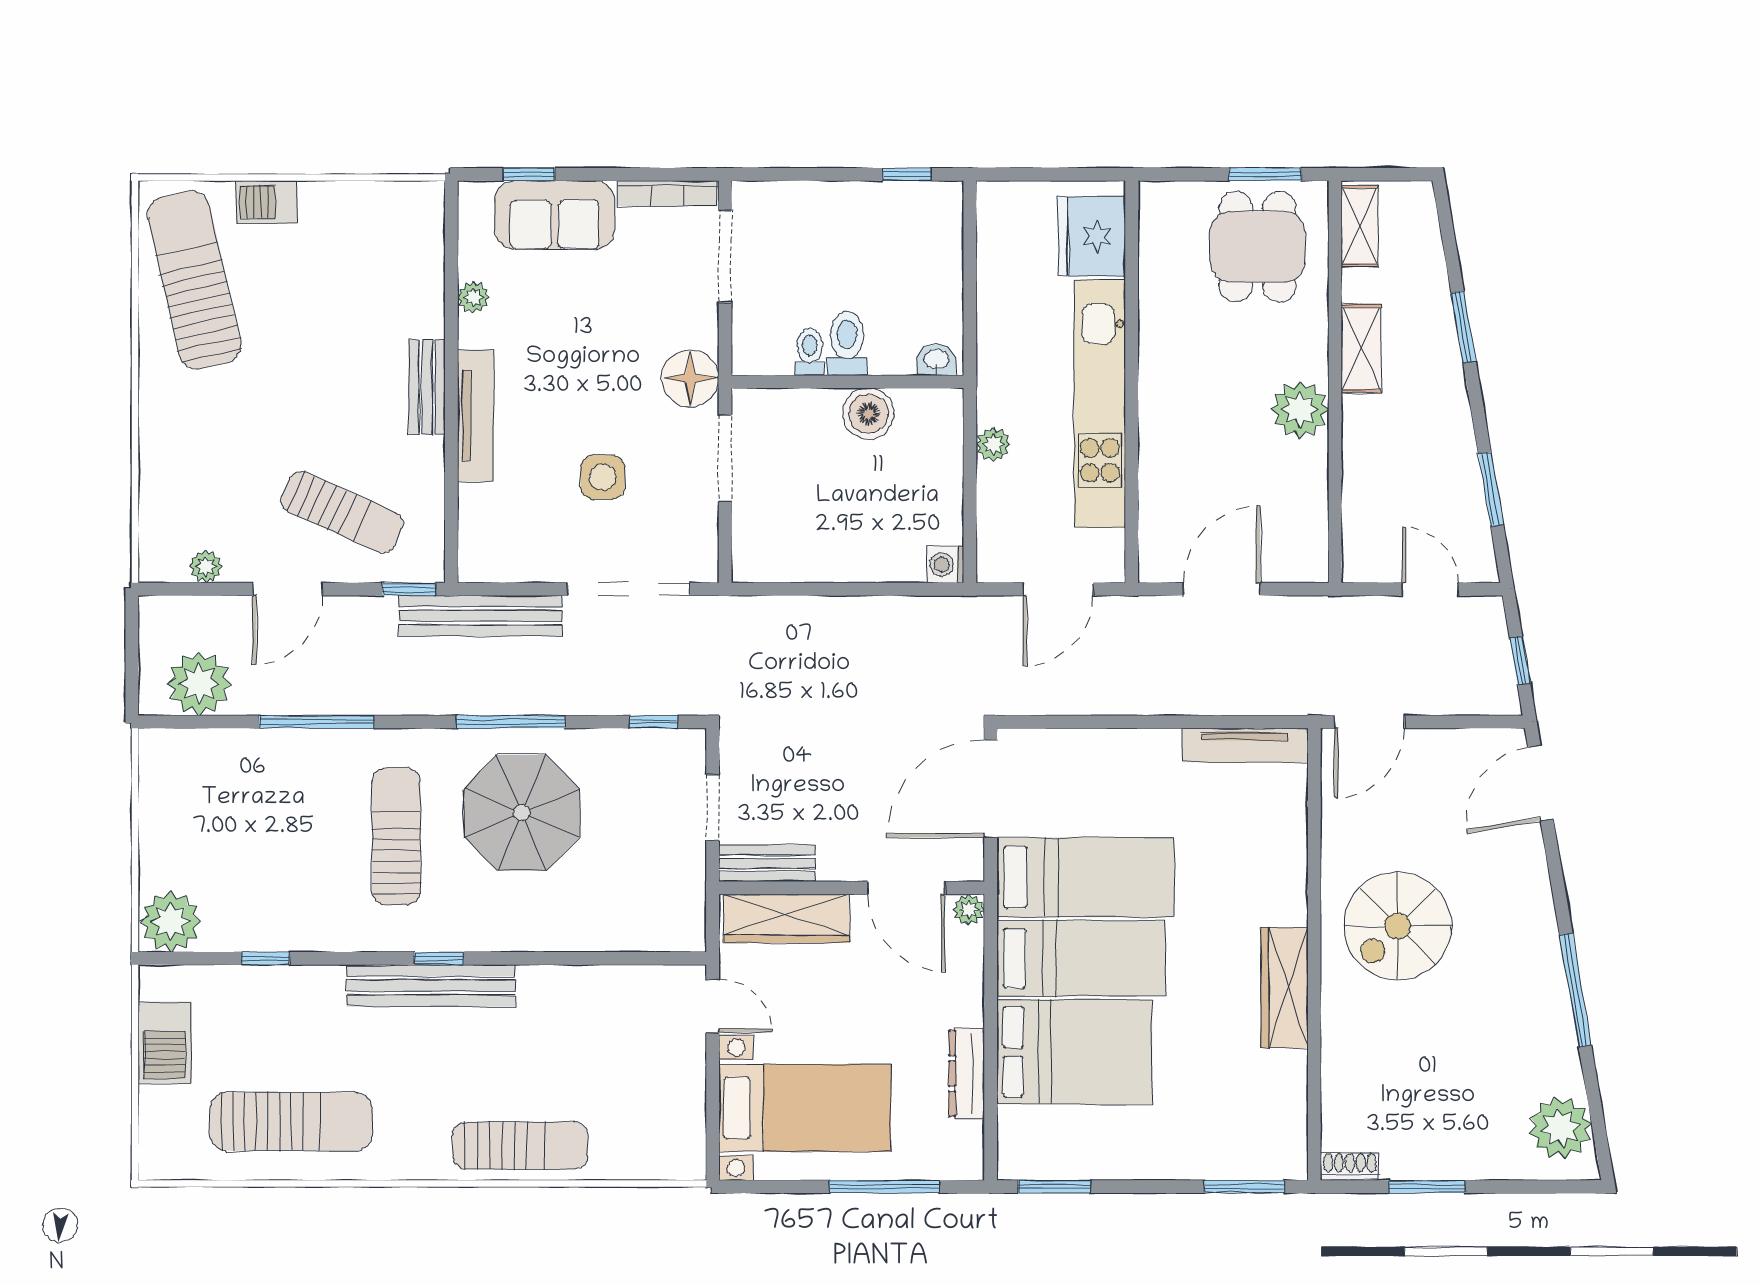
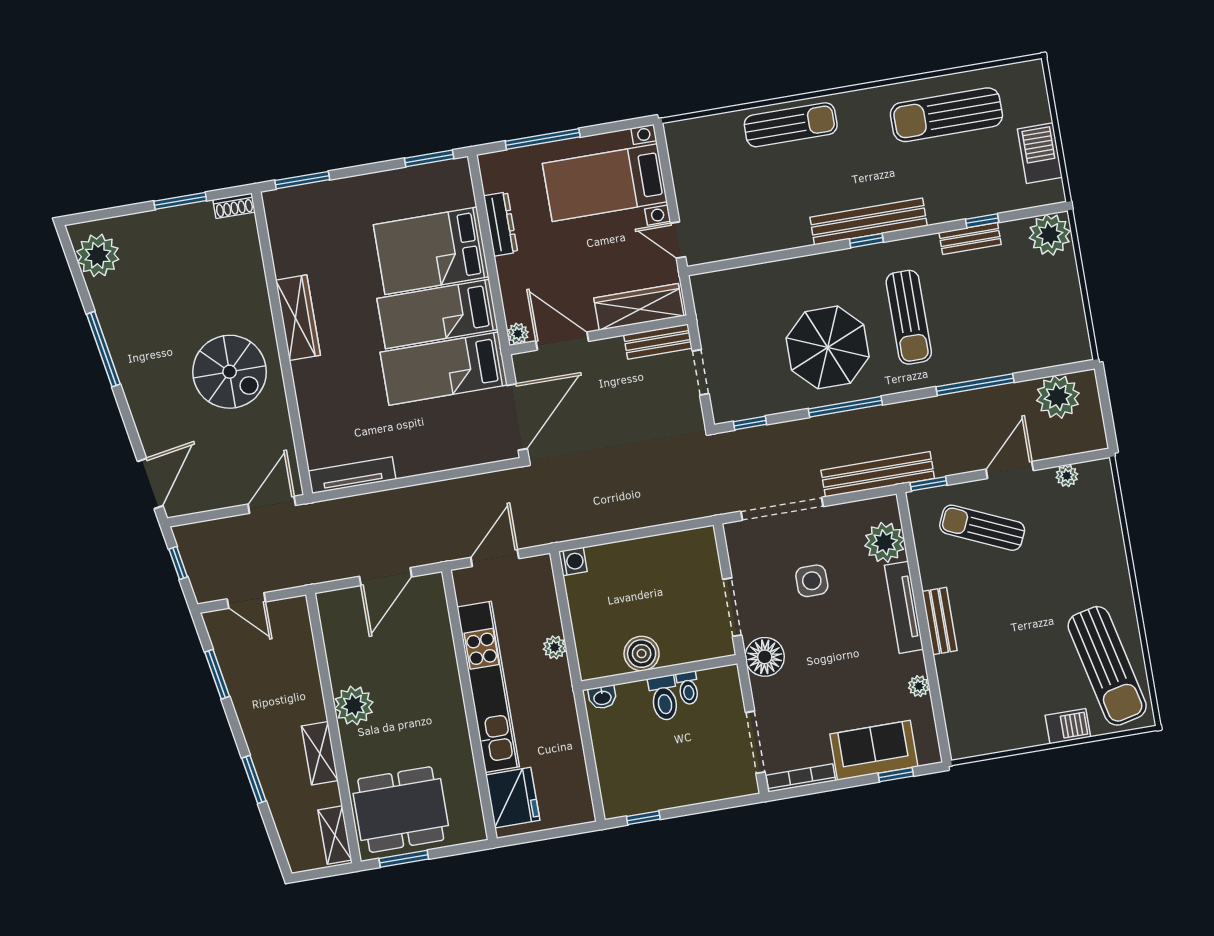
dining table: (1257, 247) -> (401, 810), width x1.38
plant: (487, 515) -> (885, 542), added
spiral stairs: (1398, 926) -> (230, 372), turned 90
bench: (288, 936) -> (970, 239), added
sun lounger: (520, 1146) -> (791, 125), turned 180

